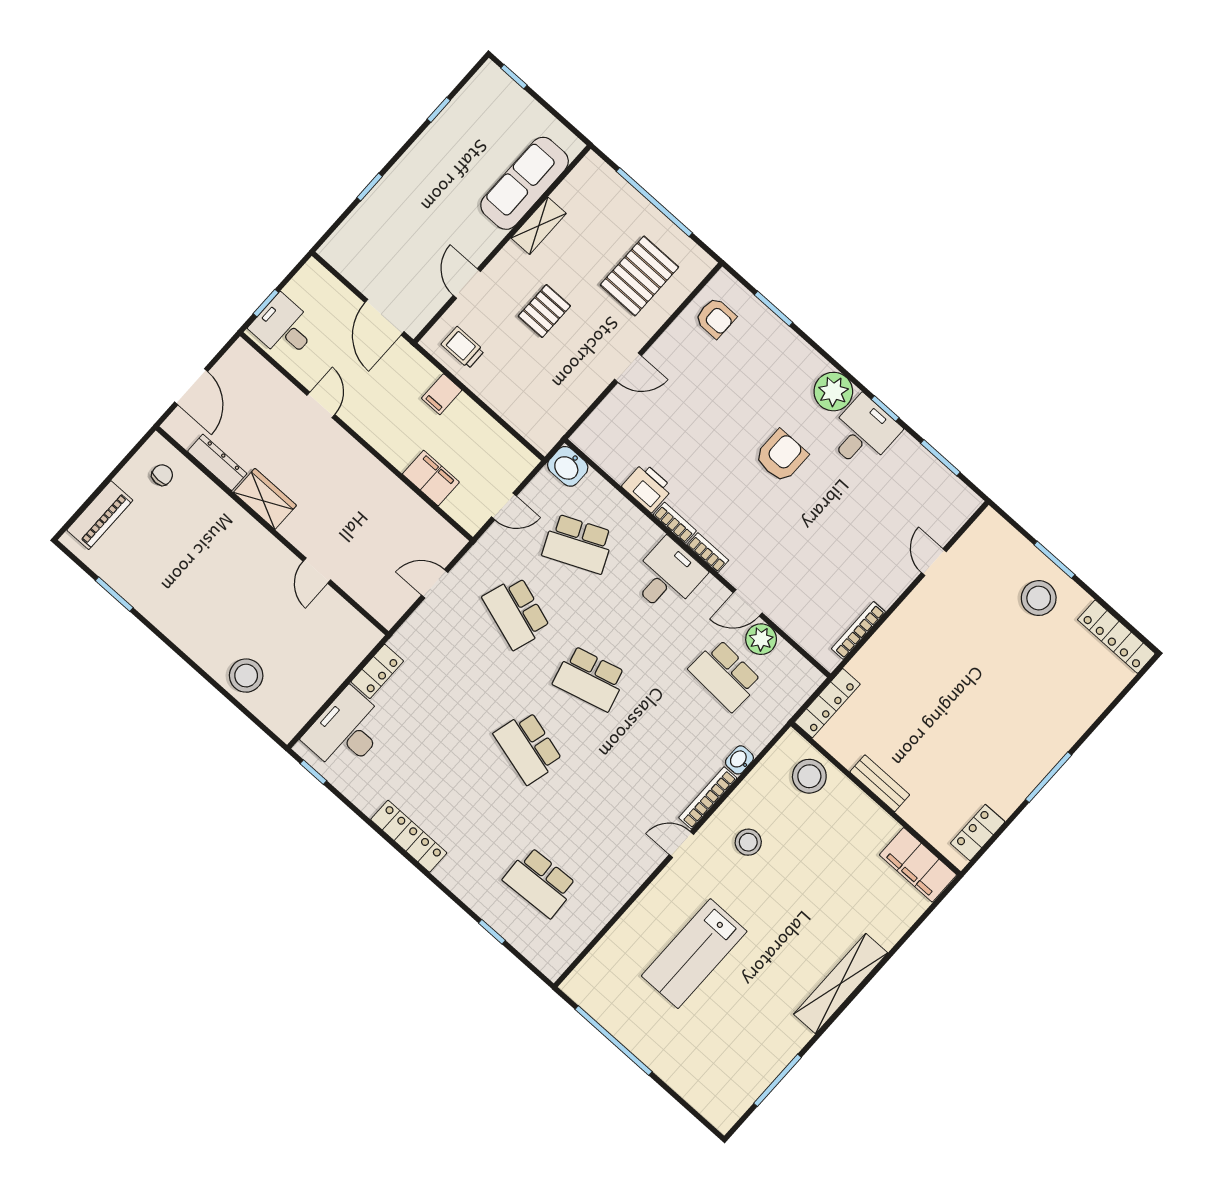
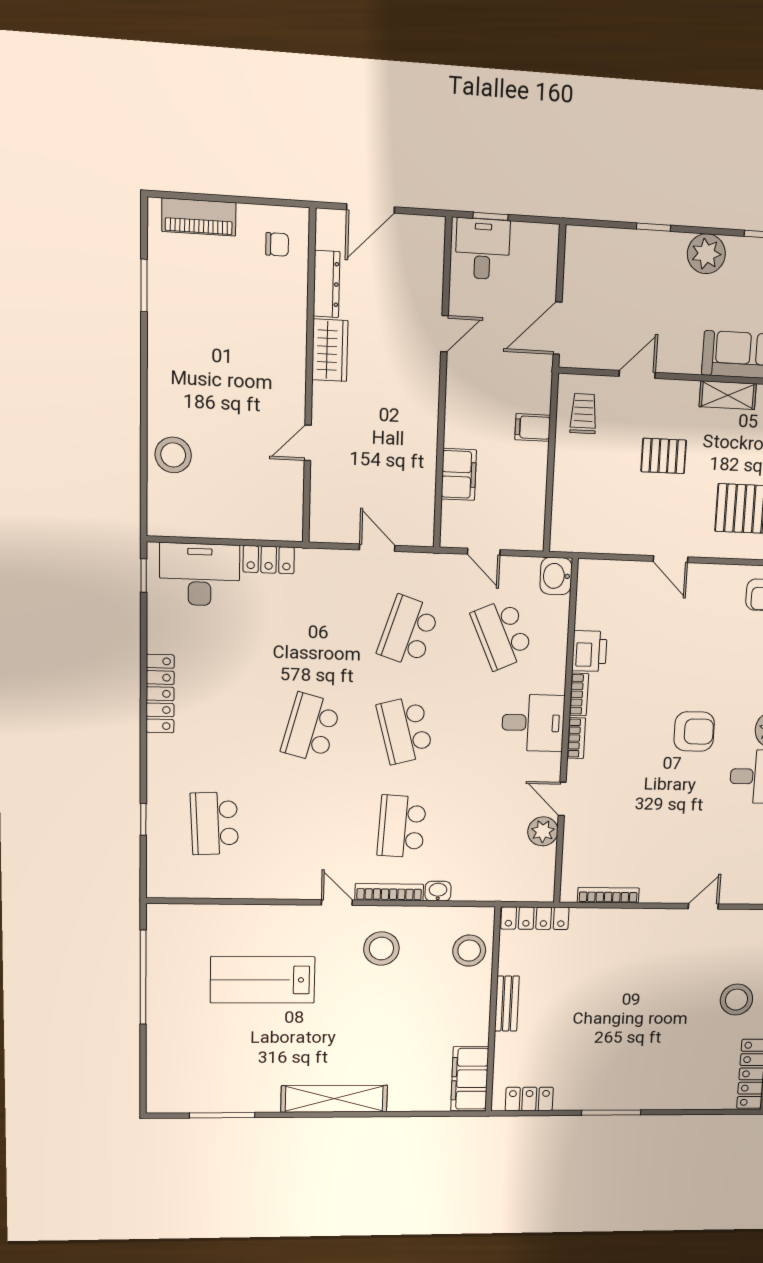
plant: (421, 162) -> (706, 254), added
school desk: (725, 675) -> (402, 826), moved
stool: (748, 842) -> (381, 949), width x1.38, depth x1.38

